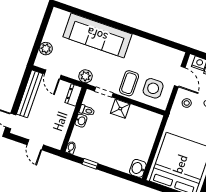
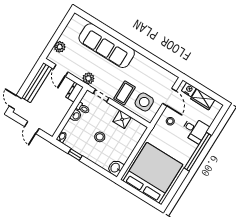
shower: (120, 109) -> (122, 119), moved
stool: (113, 138) -> (100, 137), added

